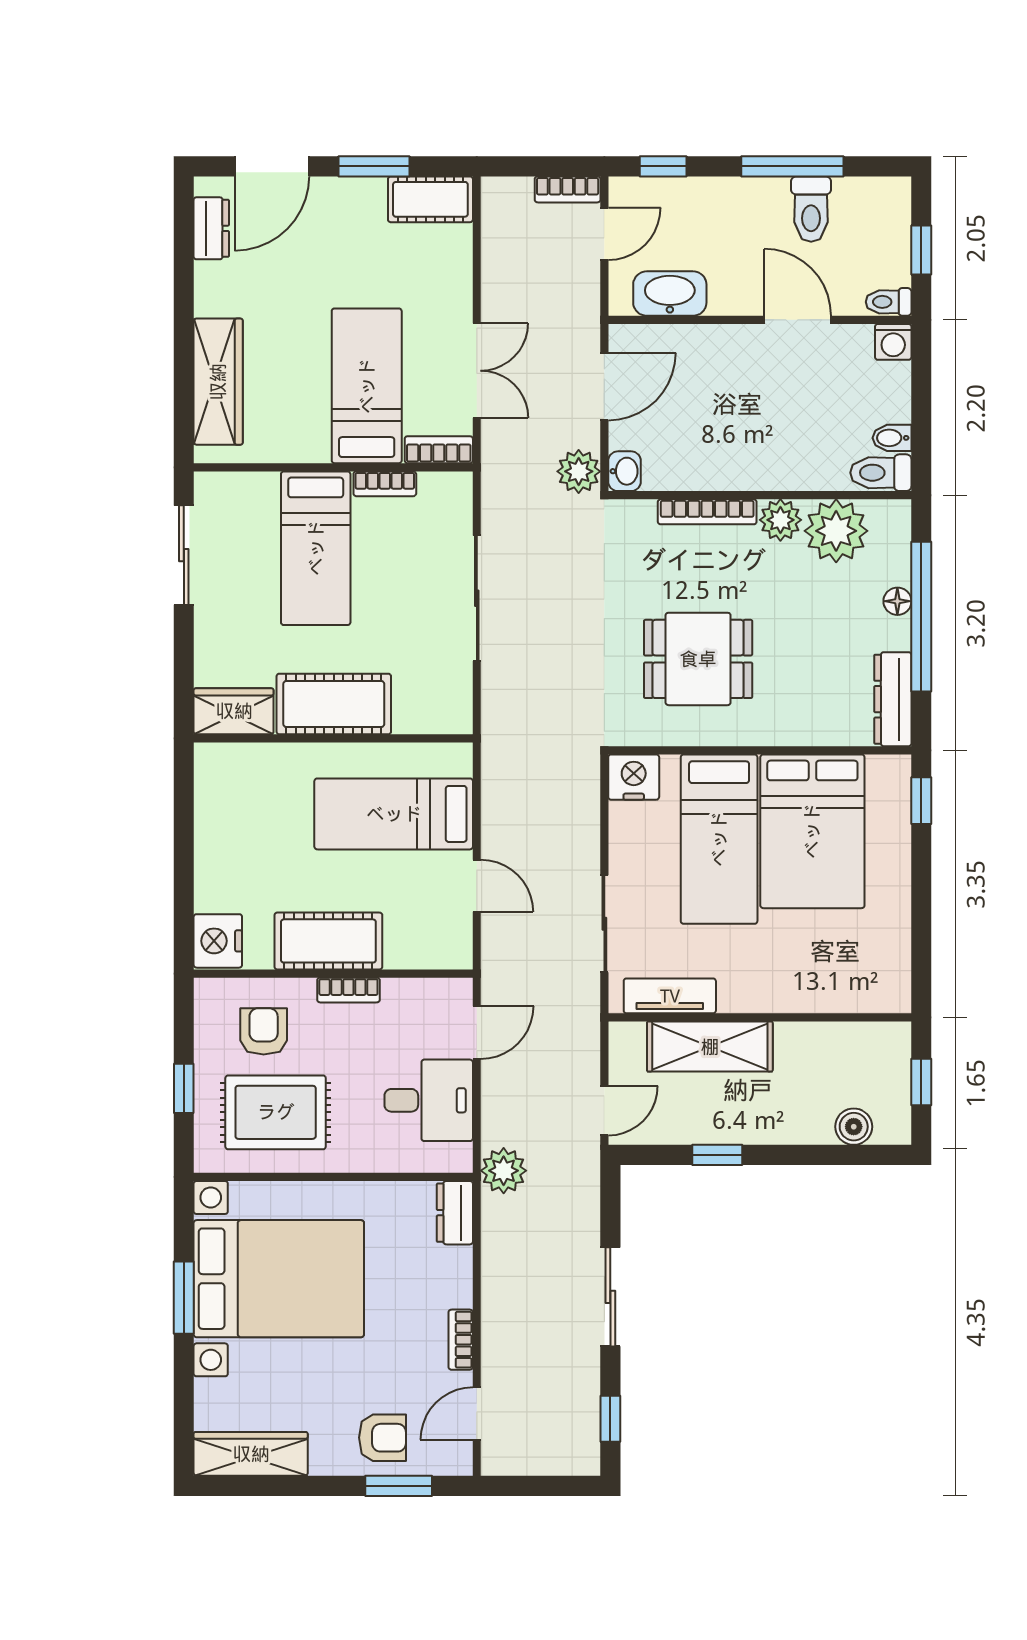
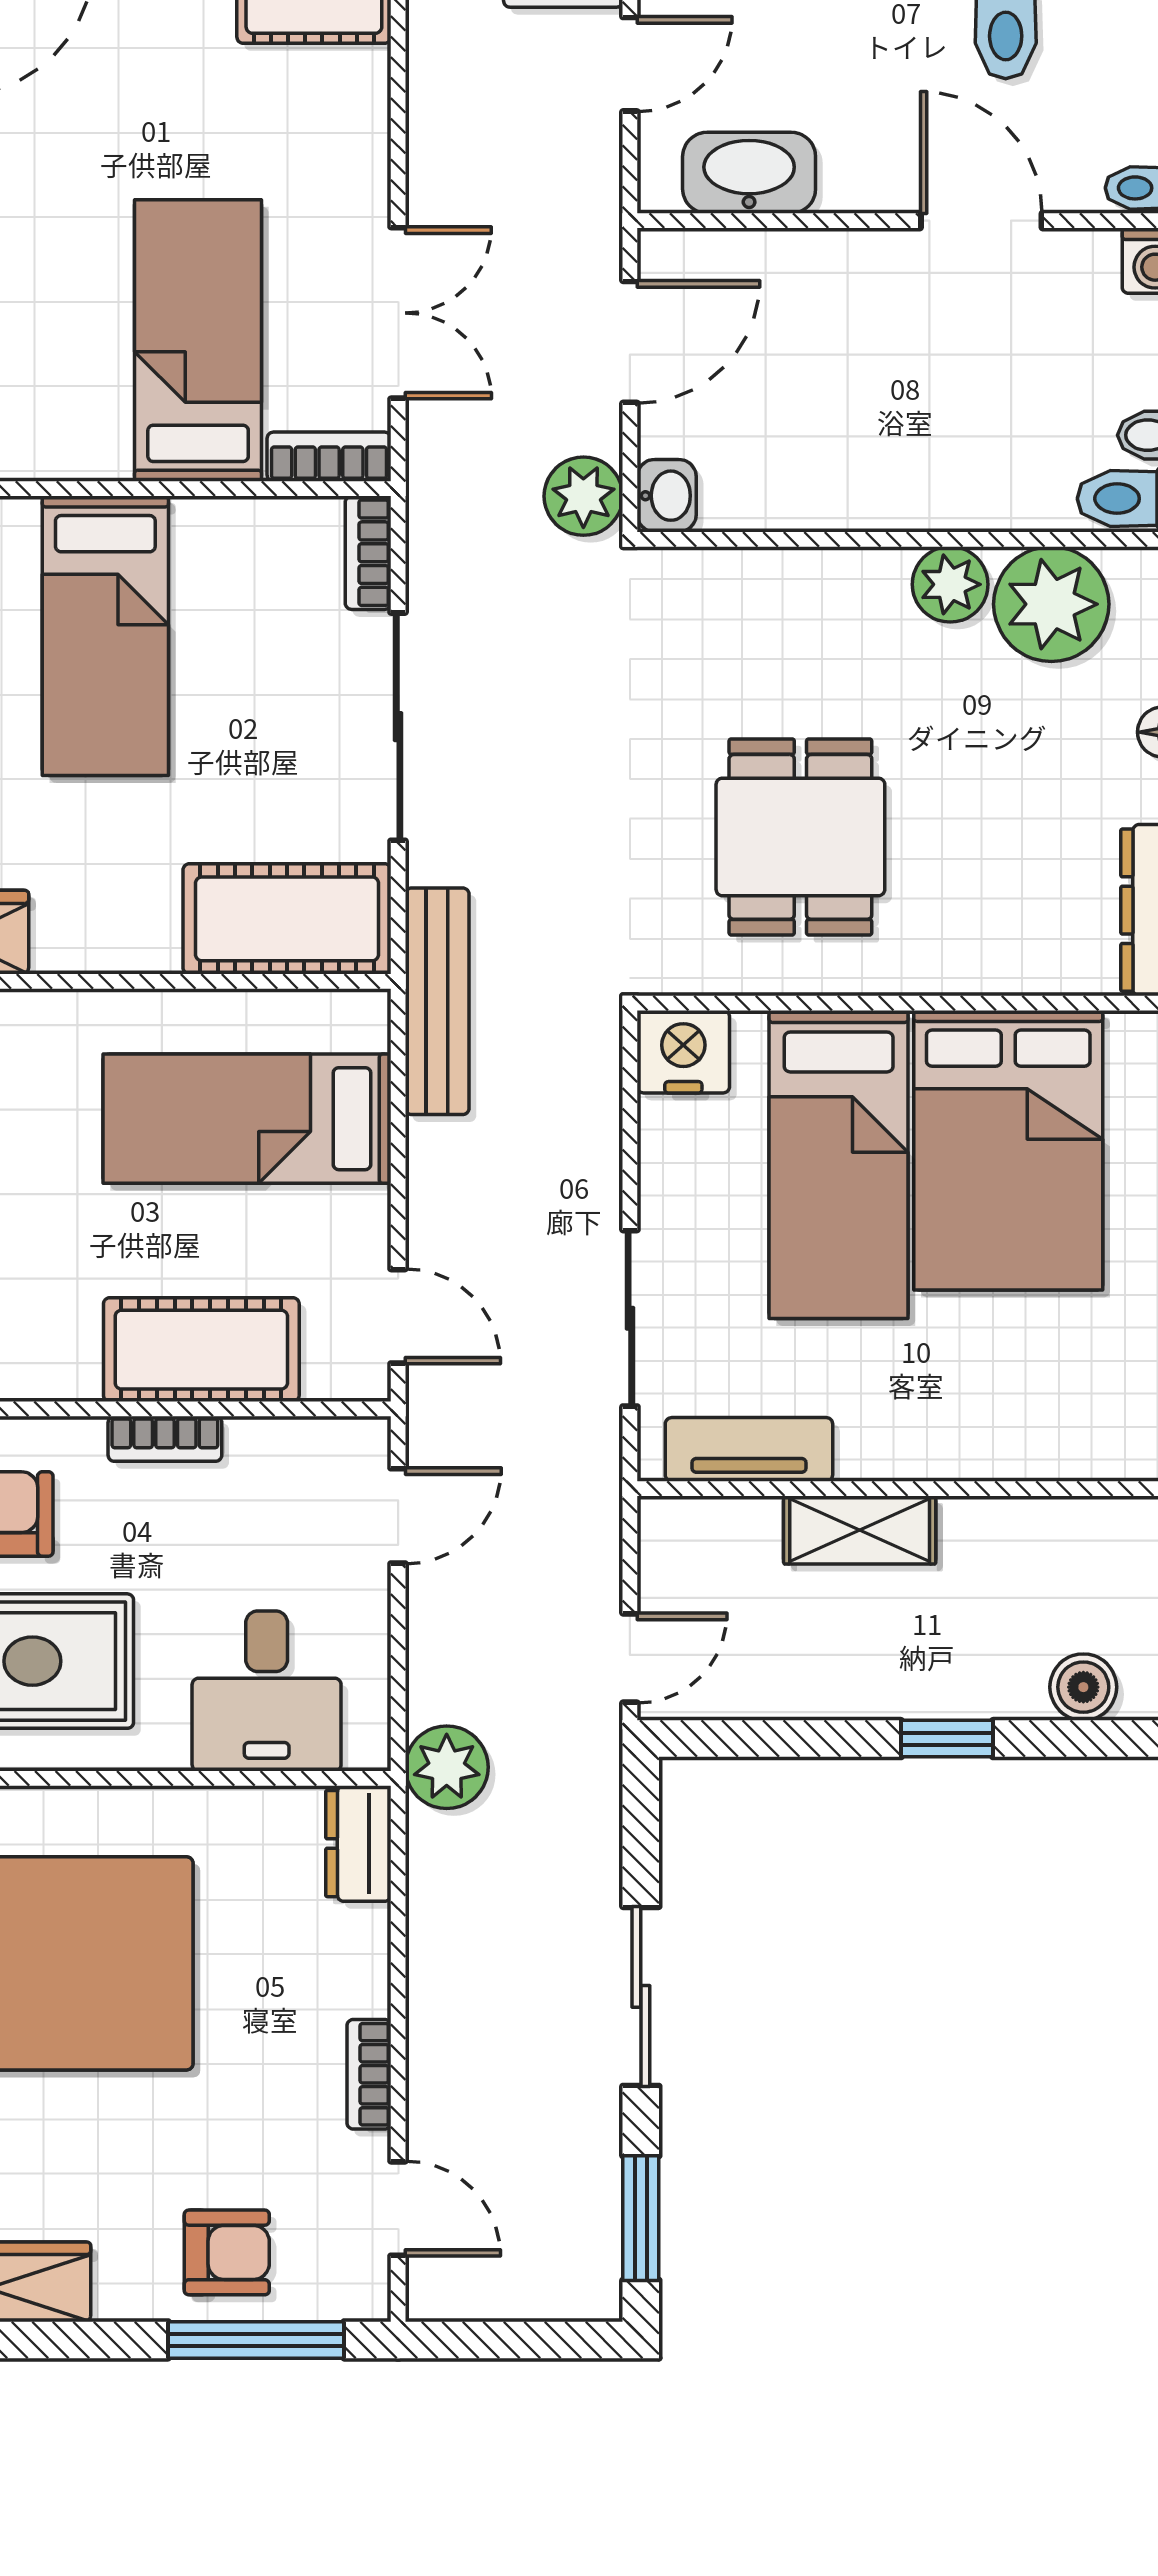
bookcase: (385, 484) -> (368, 553), moved, turned 90
bookcase: (707, 512) -> (817, 570), removed
dining table: (698, 659) -> (800, 837), turned 90
cot: (334, 704) -> (287, 919), moved
bench: (498, 749) -> (437, 1001), added
door: (477, 886) -> (398, 1316), moved
cot: (328, 941) -> (201, 1350), moved
shelving: (710, 1047) -> (860, 1530), width x0.67, depth x0.75
desk: (429, 1100) -> (267, 1691), moved, turned 90
window: (717, 1155) -> (947, 1739), moved
door: (477, 1414) -> (398, 2209), swing flipped
window: (610, 1419) -> (641, 2218), width x1.50
window: (399, 1486) -> (256, 2340), width x1.44

